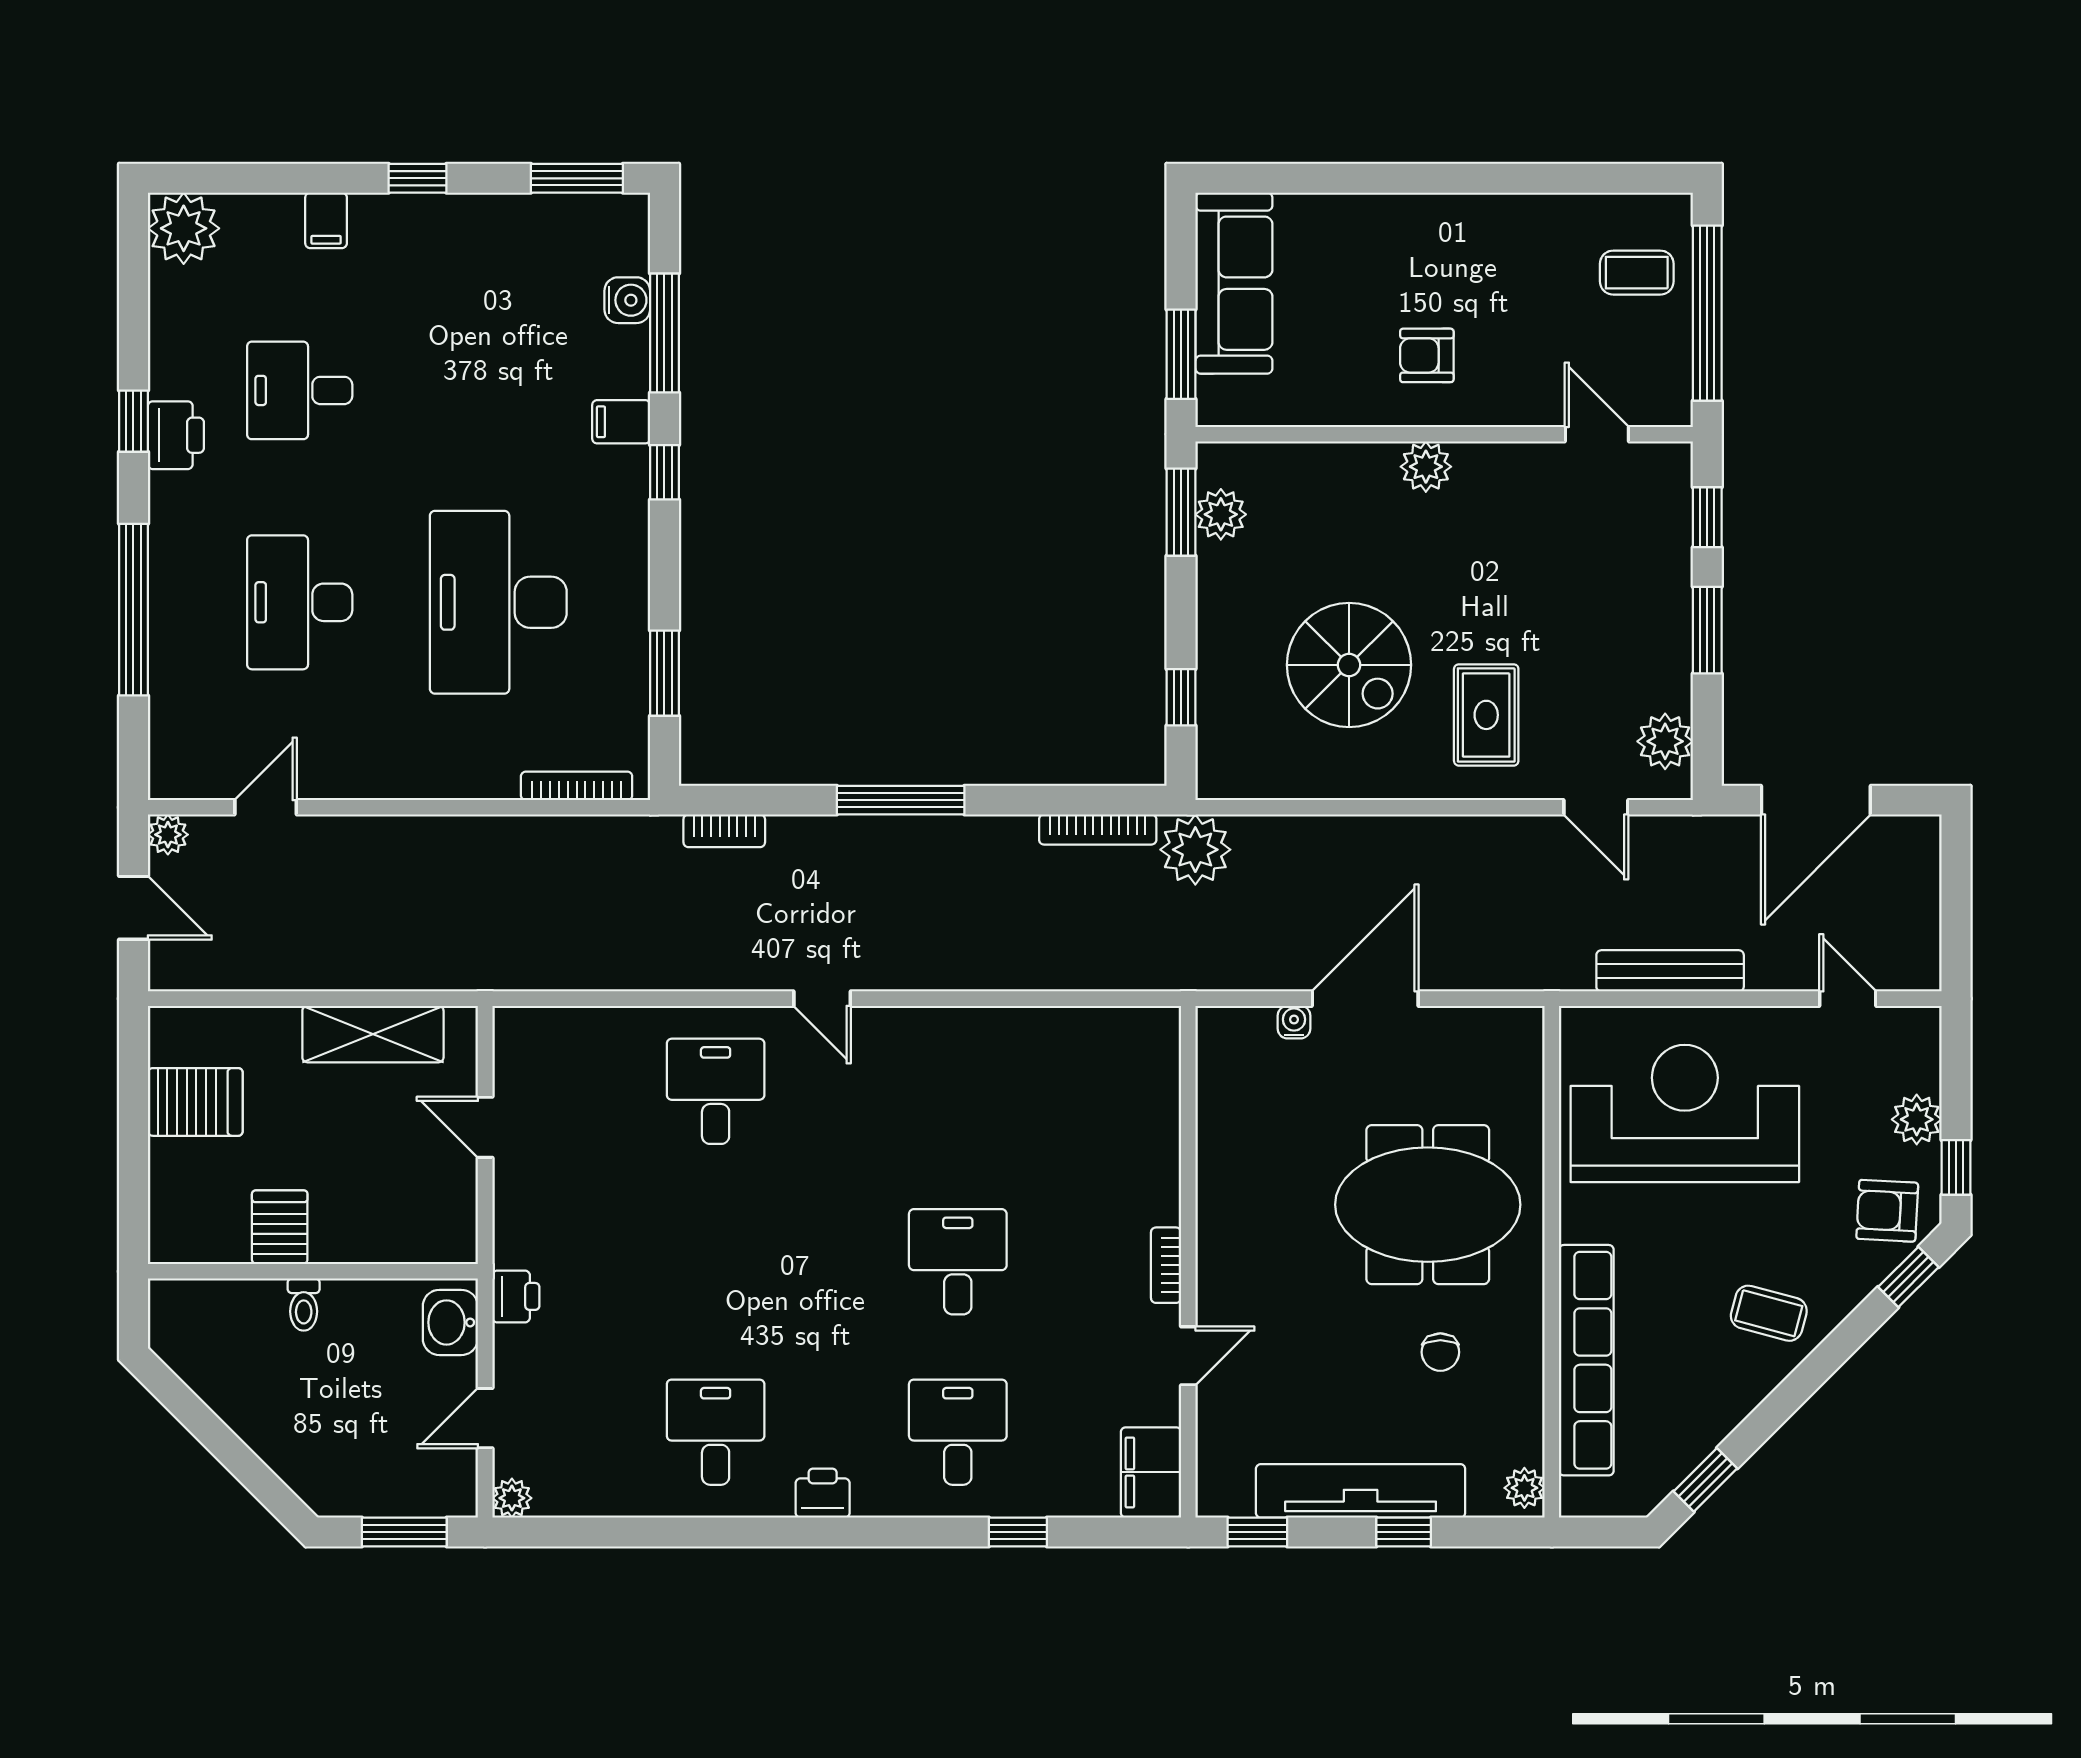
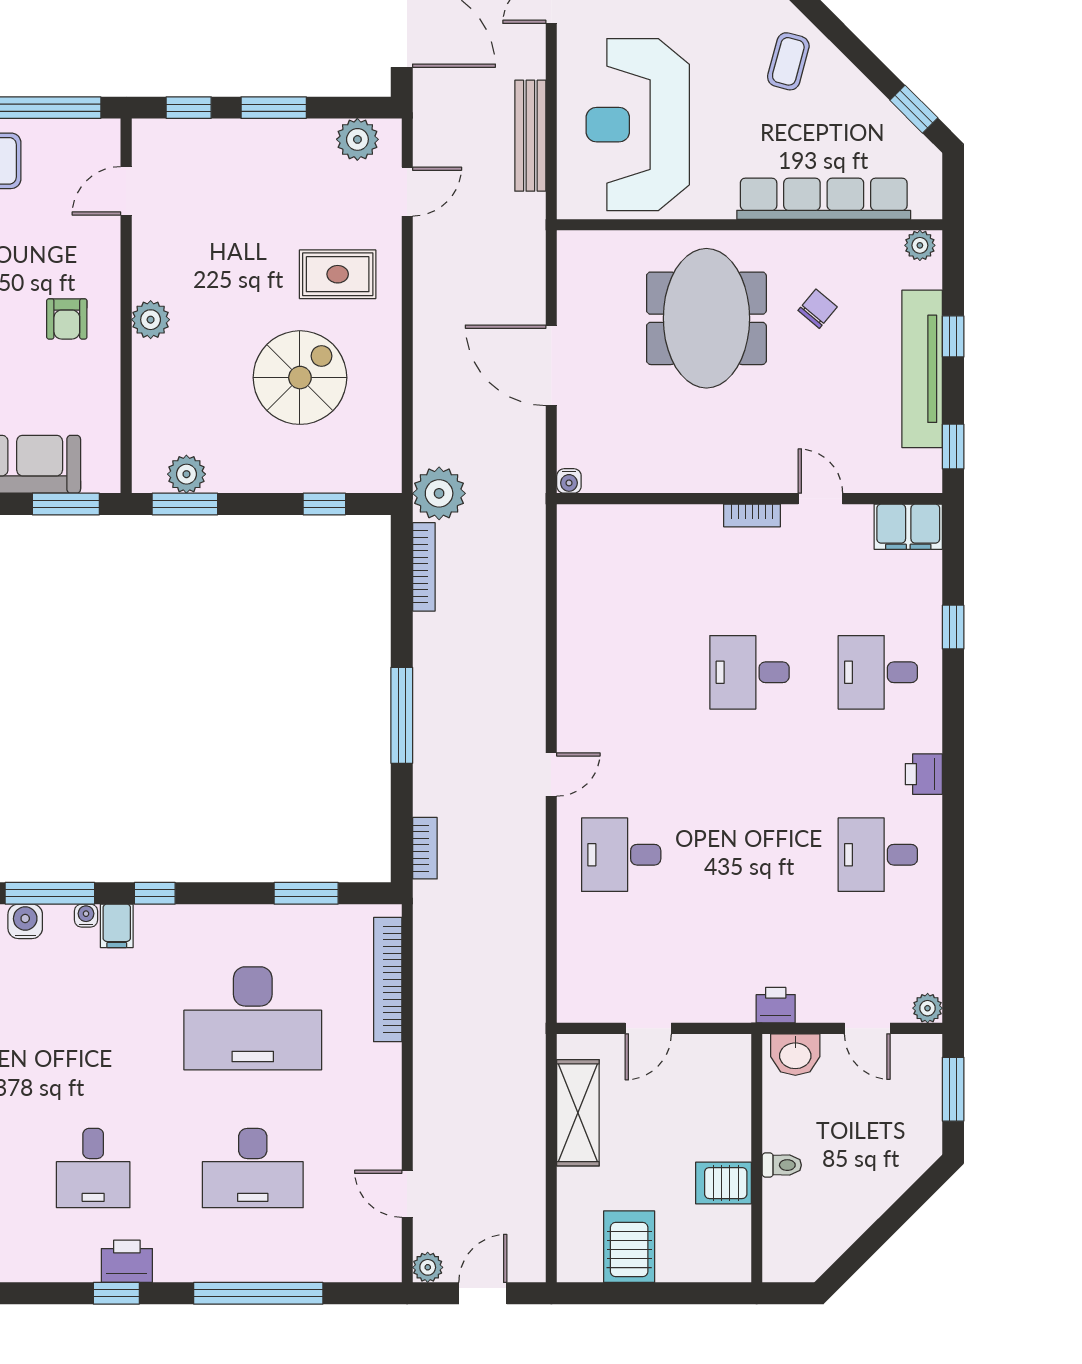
water cooler: (635, 381) -> (86, 916), added
bookcase: (577, 786) -> (388, 980), width x1.48, depth x1.31
water cooler: (1294, 1022) -> (569, 481), moved, turned -90
chair: (1440, 1352) -> (818, 309), turned -50

